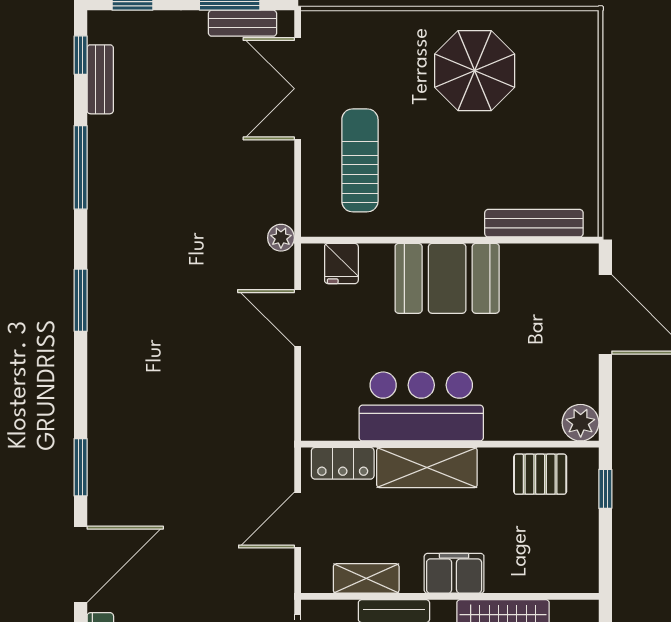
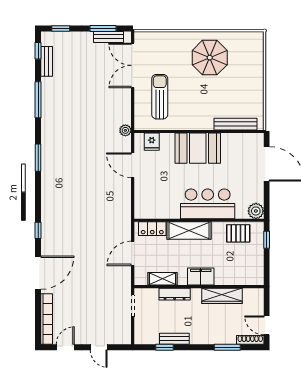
bar counter: (421, 406) -> (208, 204), moved
window: (81, 467) -> (38, 230), width x0.67

